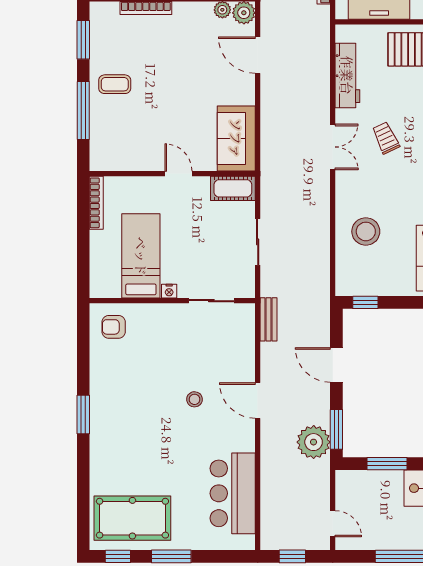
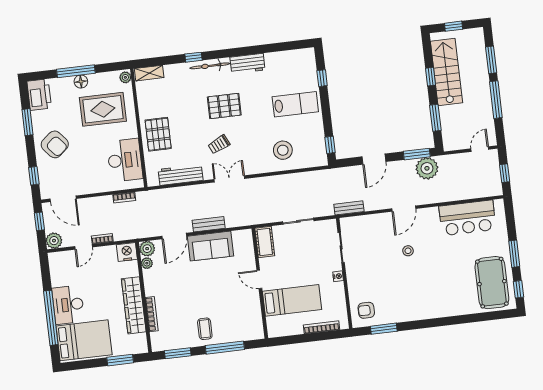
bench: (269, 108) -> (209, 224), added
sofa: (236, 138) -> (211, 246), moved
door: (178, 174) -> (259, 279), hinge flipped
bookcase: (96, 203) -> (321, 327), moved
bed: (141, 256) -> (292, 300), moved, turned 180
armchair: (114, 327) -> (366, 310), turned 90
window: (83, 414) -> (384, 329), moved

